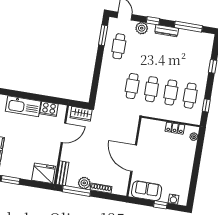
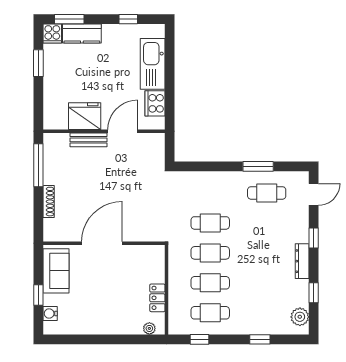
window: (188, 27) -> (314, 293), width x0.46
plant: (142, 28) -> (300, 317), moved
window: (103, 35) -> (258, 166), moved
wardrobe: (81, 114) -> (156, 153), removed
door: (63, 133) -> (123, 131), swing flipped
fridge: (44, 173) -> (85, 116), moved, turned -90
bench: (62, 173) -> (88, 140), moved
plant: (84, 183) -> (52, 175), removed

